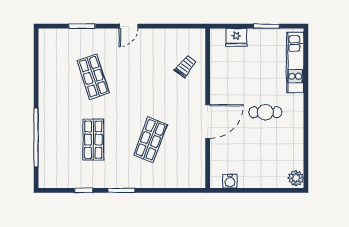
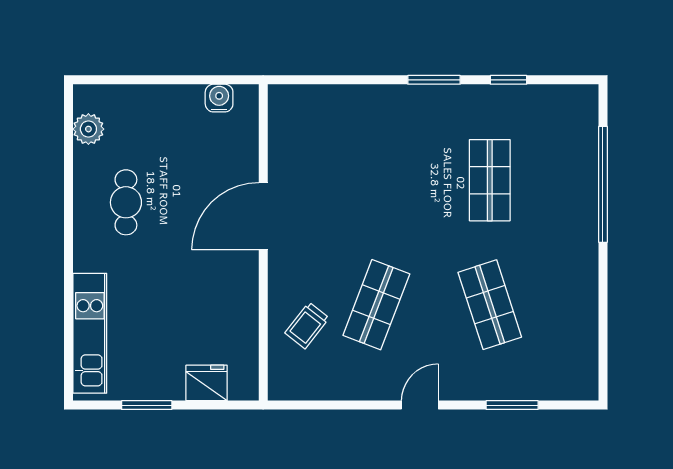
cafe table: (265, 112) -> (126, 202), moved, turned 90
shop shelf: (151, 140) -> (376, 305), moved
plant: (296, 178) -> (88, 129), moved

